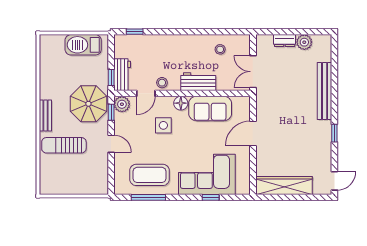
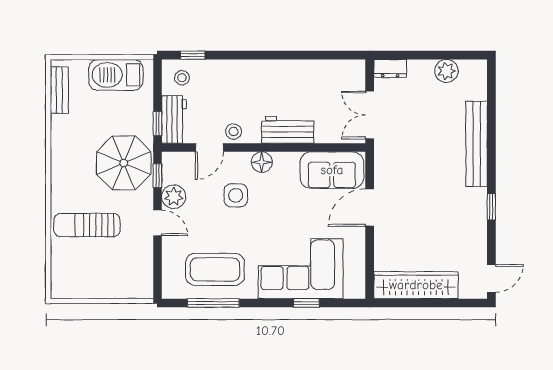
dresser: (285, 41) -> (390, 68), moved
stool: (220, 49) -> (182, 78), moved
plant: (122, 104) -> (174, 197), moved
sofa: (210, 109) -> (332, 170), moved
bench: (45, 116) -> (59, 90), moved

